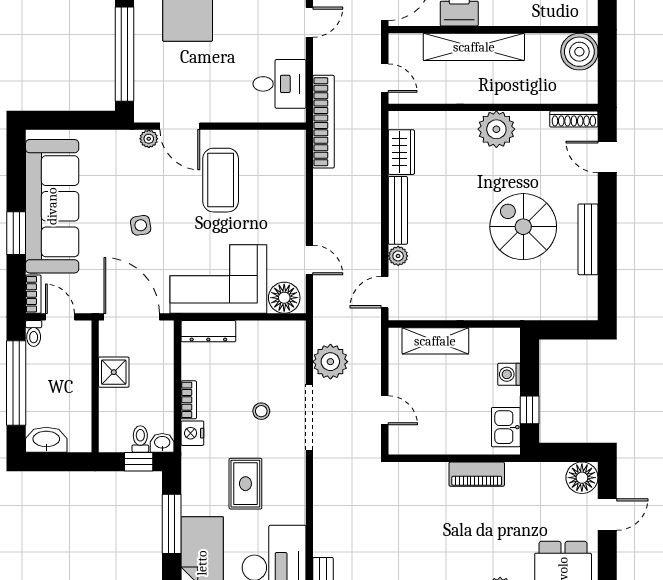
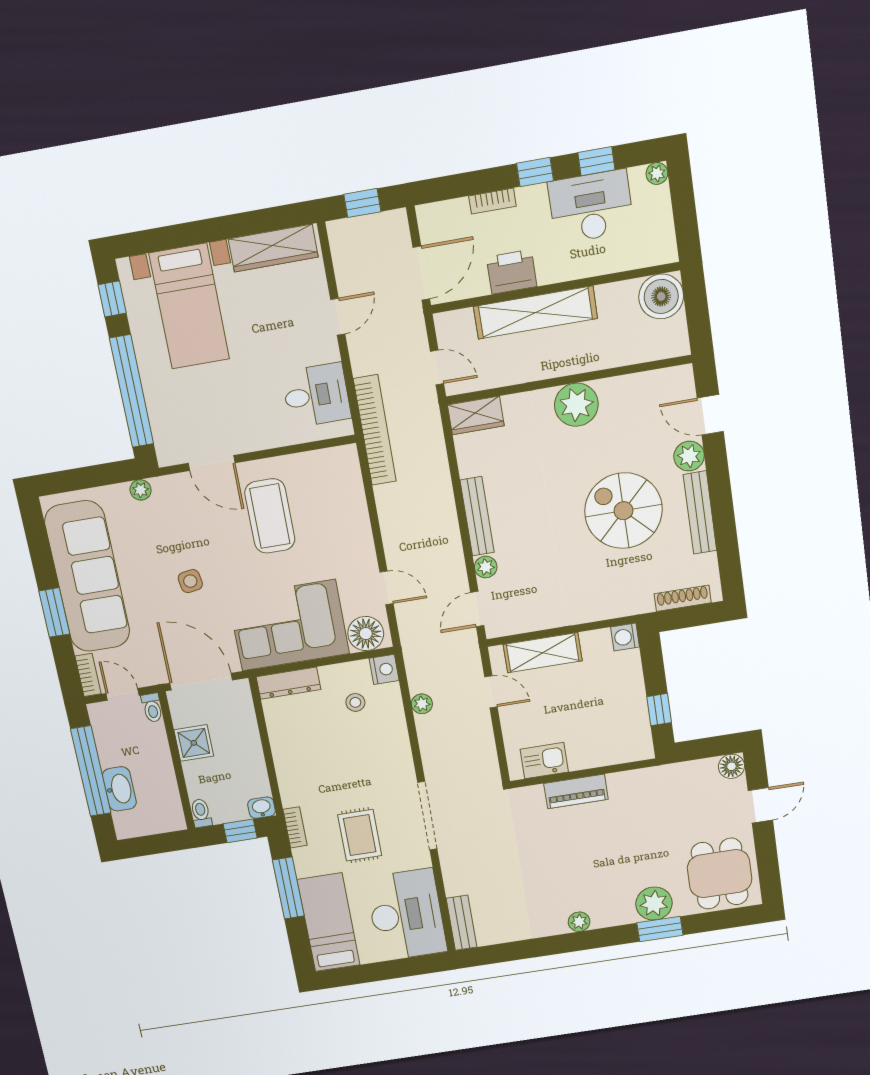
shoe rack: (574, 119) -> (683, 598), moved, turned 180
plant: (149, 139) -> (141, 490), moved
wardrobe: (401, 152) -> (476, 415), moved, turned 90
plant: (585, 189) -> (689, 456), added
toilet: (34, 334) -> (152, 708), moved
plant: (330, 362) -> (422, 704), width x0.53, depth x0.53
washing machine: (509, 374) -> (625, 637), moved
bookcase: (189, 400) -> (295, 827), moved
door: (385, 410) -> (491, 692), moved
stool: (261, 411) -> (355, 702), moved
doorway: (309, 417) -> (427, 816), moved
kitchen sink: (506, 427) -> (544, 761), moved, turned 90
nightstand: (192, 433) -> (384, 669), moved, turned 180
toilet: (140, 439) -> (201, 813), moved
washbasin: (46, 440) -> (119, 789), moved, turned 90
piano: (477, 474) -> (576, 791), moved
floor lamp: (582, 478) -> (731, 766), width x0.73, depth x0.73

